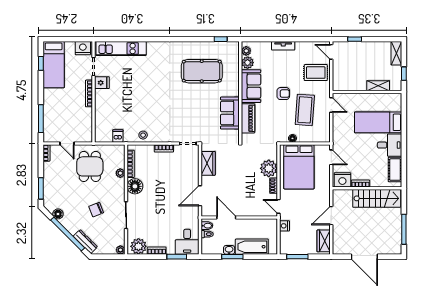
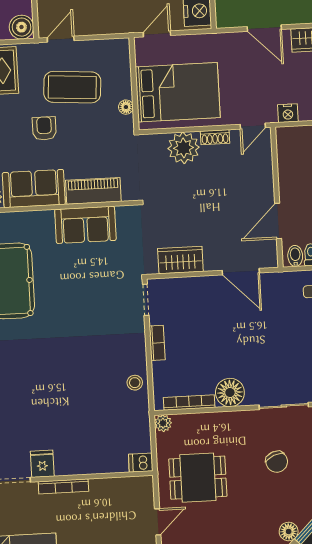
boiler: (339, 84) -> (21, 27), added
dishwasher: (118, 136) -> (141, 463), moved
plant: (120, 173) -> (163, 423), moved

